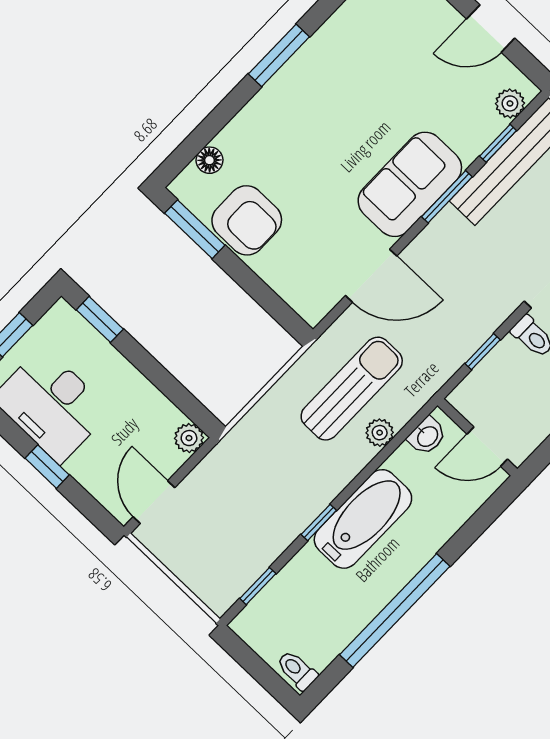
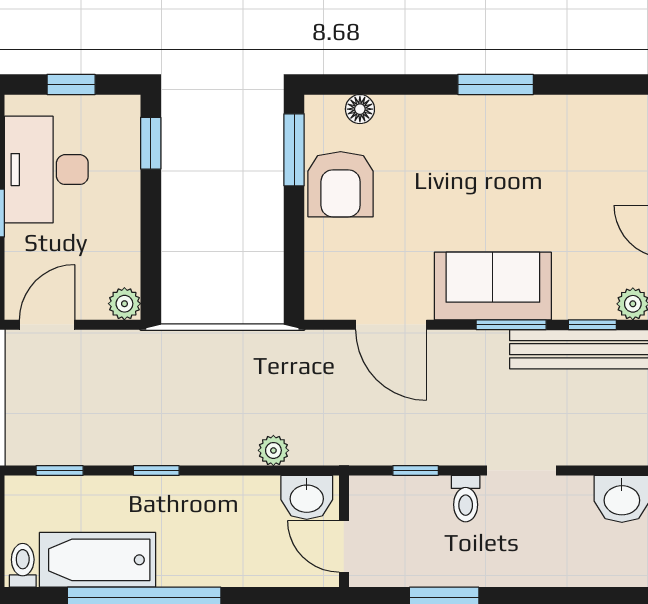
sun lounger: (352, 389) -> (287, 395), removed
washbasin: (427, 436) -> (307, 497), width x1.38, depth x1.45
bathtub: (363, 519) -> (98, 560), moved, turned 180

